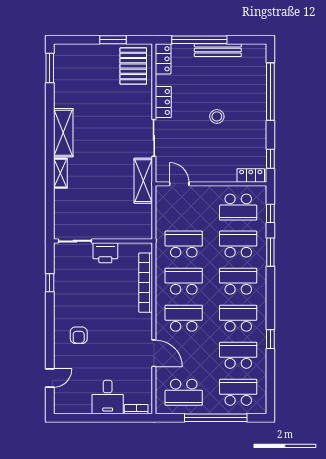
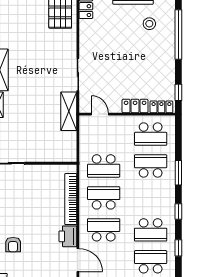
locker: (163, 102) -> (135, 106), moved, turned -90
stool: (217, 116) -> (149, 24), moved
window: (270, 213) -> (178, 212), moved
school desk: (184, 244) -> (104, 166), turned 180
printer: (105, 253) -> (68, 236), moved, turned 90
school desk: (238, 281) -> (151, 198), removed
school desk: (238, 318) -> (151, 230), turned 180

